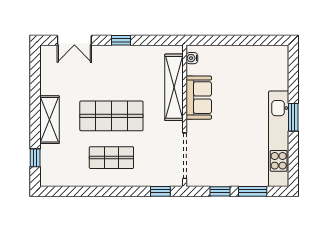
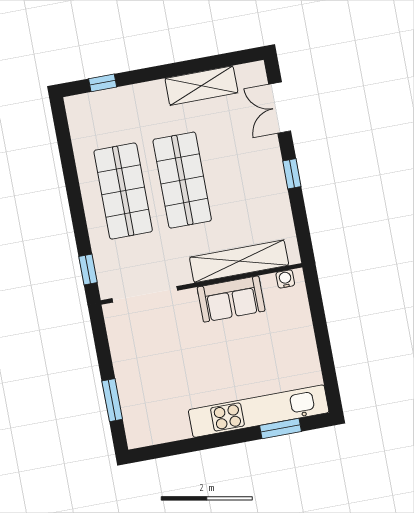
window: (293, 117) -> (281, 429), moved
shelving: (49, 120) -> (201, 86), moved
kitchen unit: (279, 139) -> (259, 411), moved
shop shelf: (111, 158) -> (123, 191), width x1.43, depth x1.36
window: (220, 191) -> (104, 354), removed

